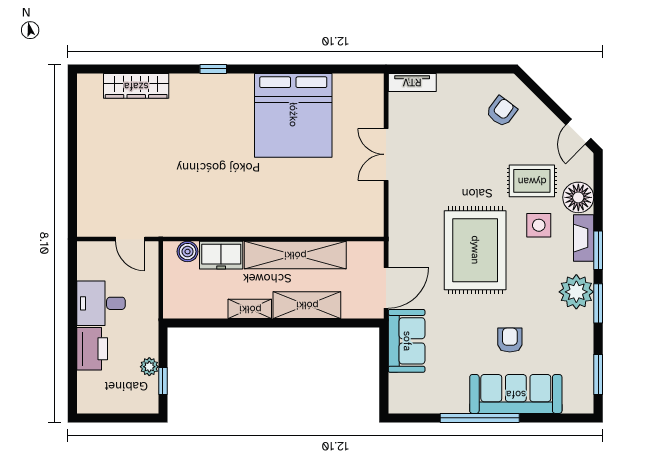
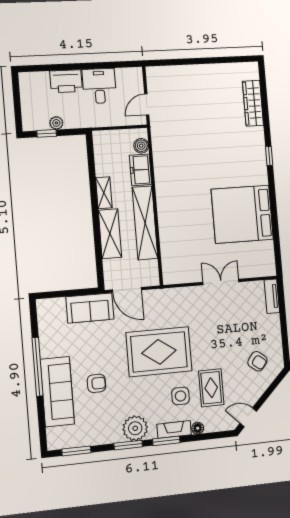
floor lamp: (578, 197) -> (198, 428), width x0.53, depth x0.53

